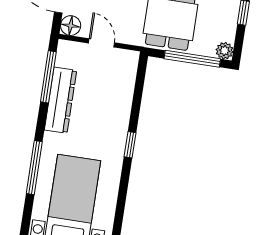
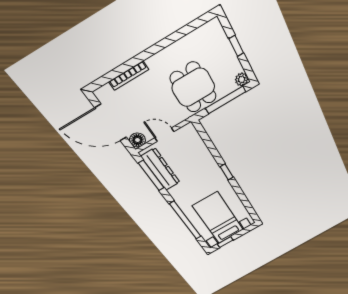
dresser: (61, 100) -> (161, 169), moved
window: (34, 168) -> (186, 220), width x1.46

